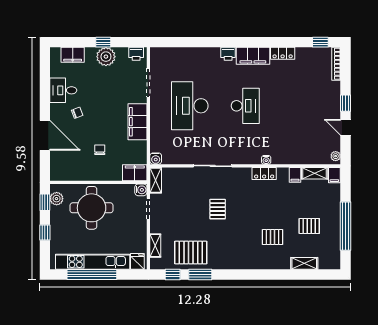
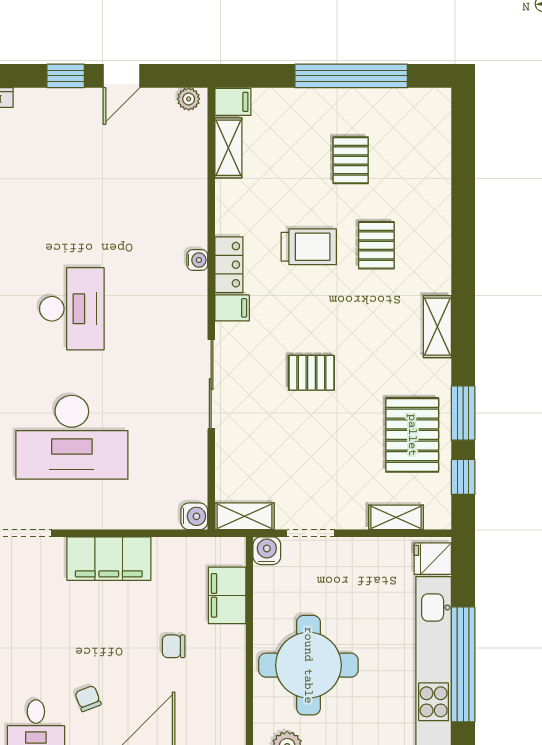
desk: (245, 106) -> (72, 309), turned 90
filing cabinet: (135, 173) -> (227, 595), moved
filing cabinet: (295, 175) -> (232, 308), moved
trolley: (272, 208) -> (309, 247), added
shelving: (304, 263) -> (437, 327), moved

